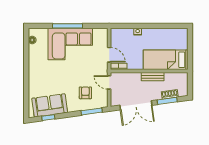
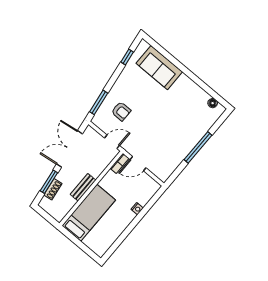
corner sofa: (70, 44) -> (179, 136), removed
sofa: (50, 105) -> (159, 68), moved, turned 98

